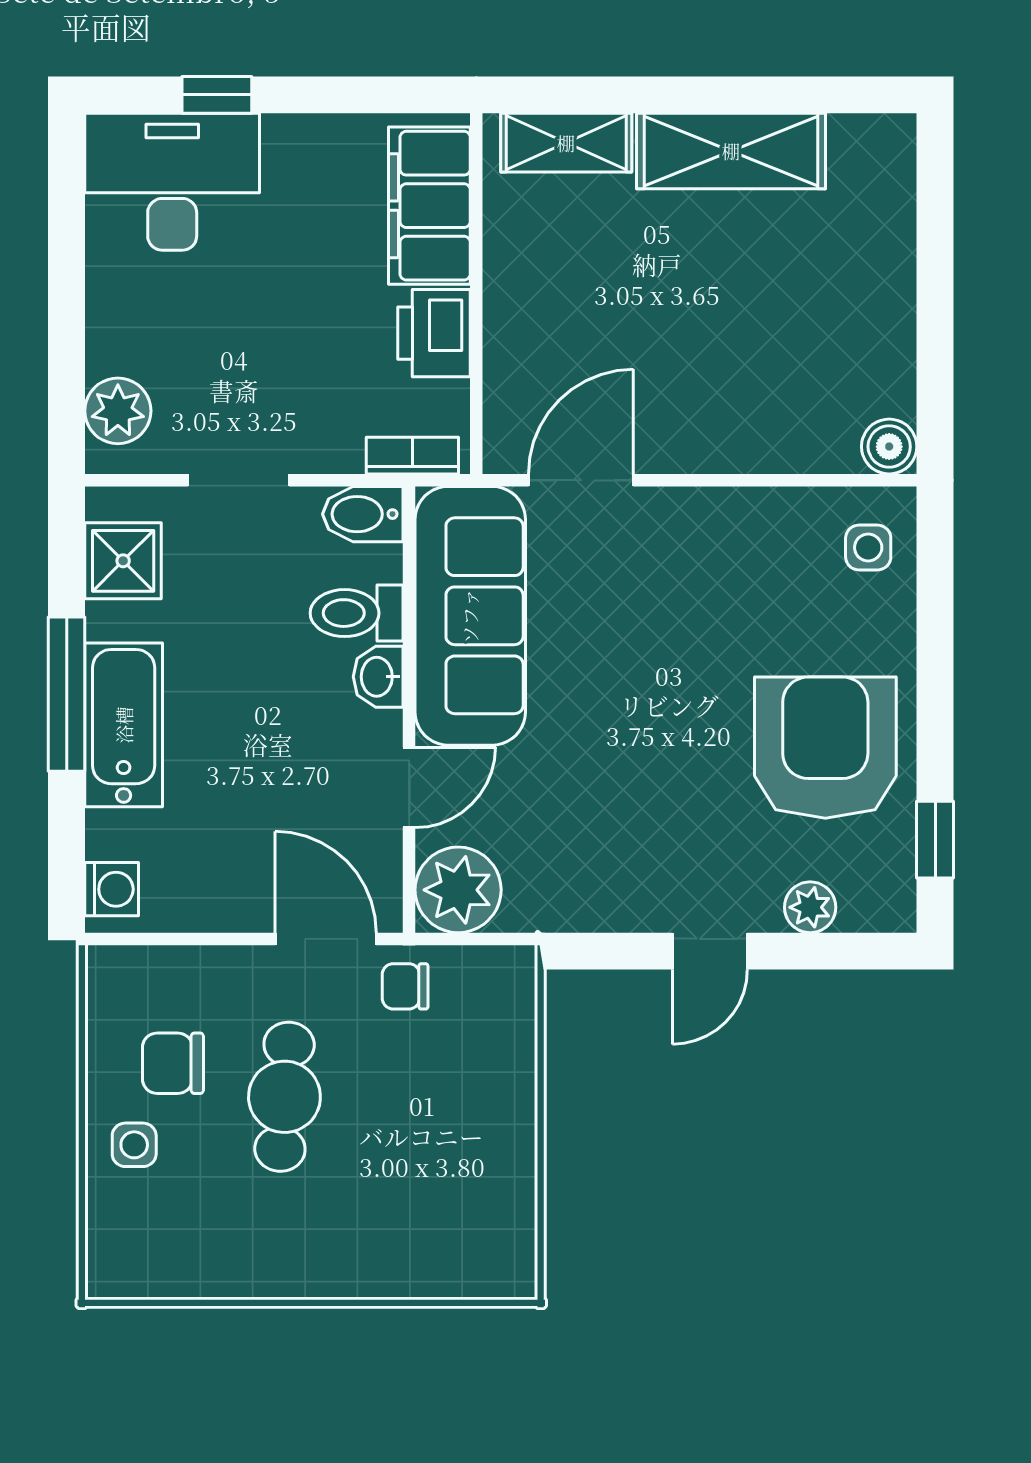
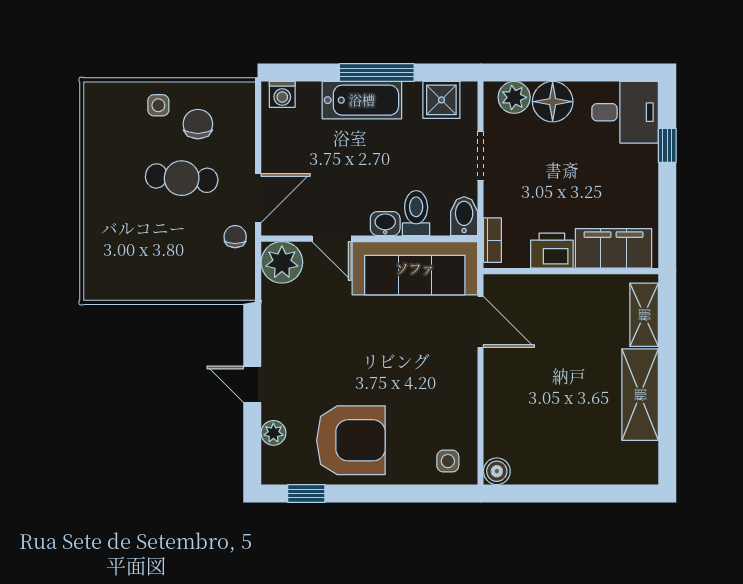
desk: (172, 182) -> (625, 112), width x0.73
floor lamp: (127, 331) -> (553, 102), added

